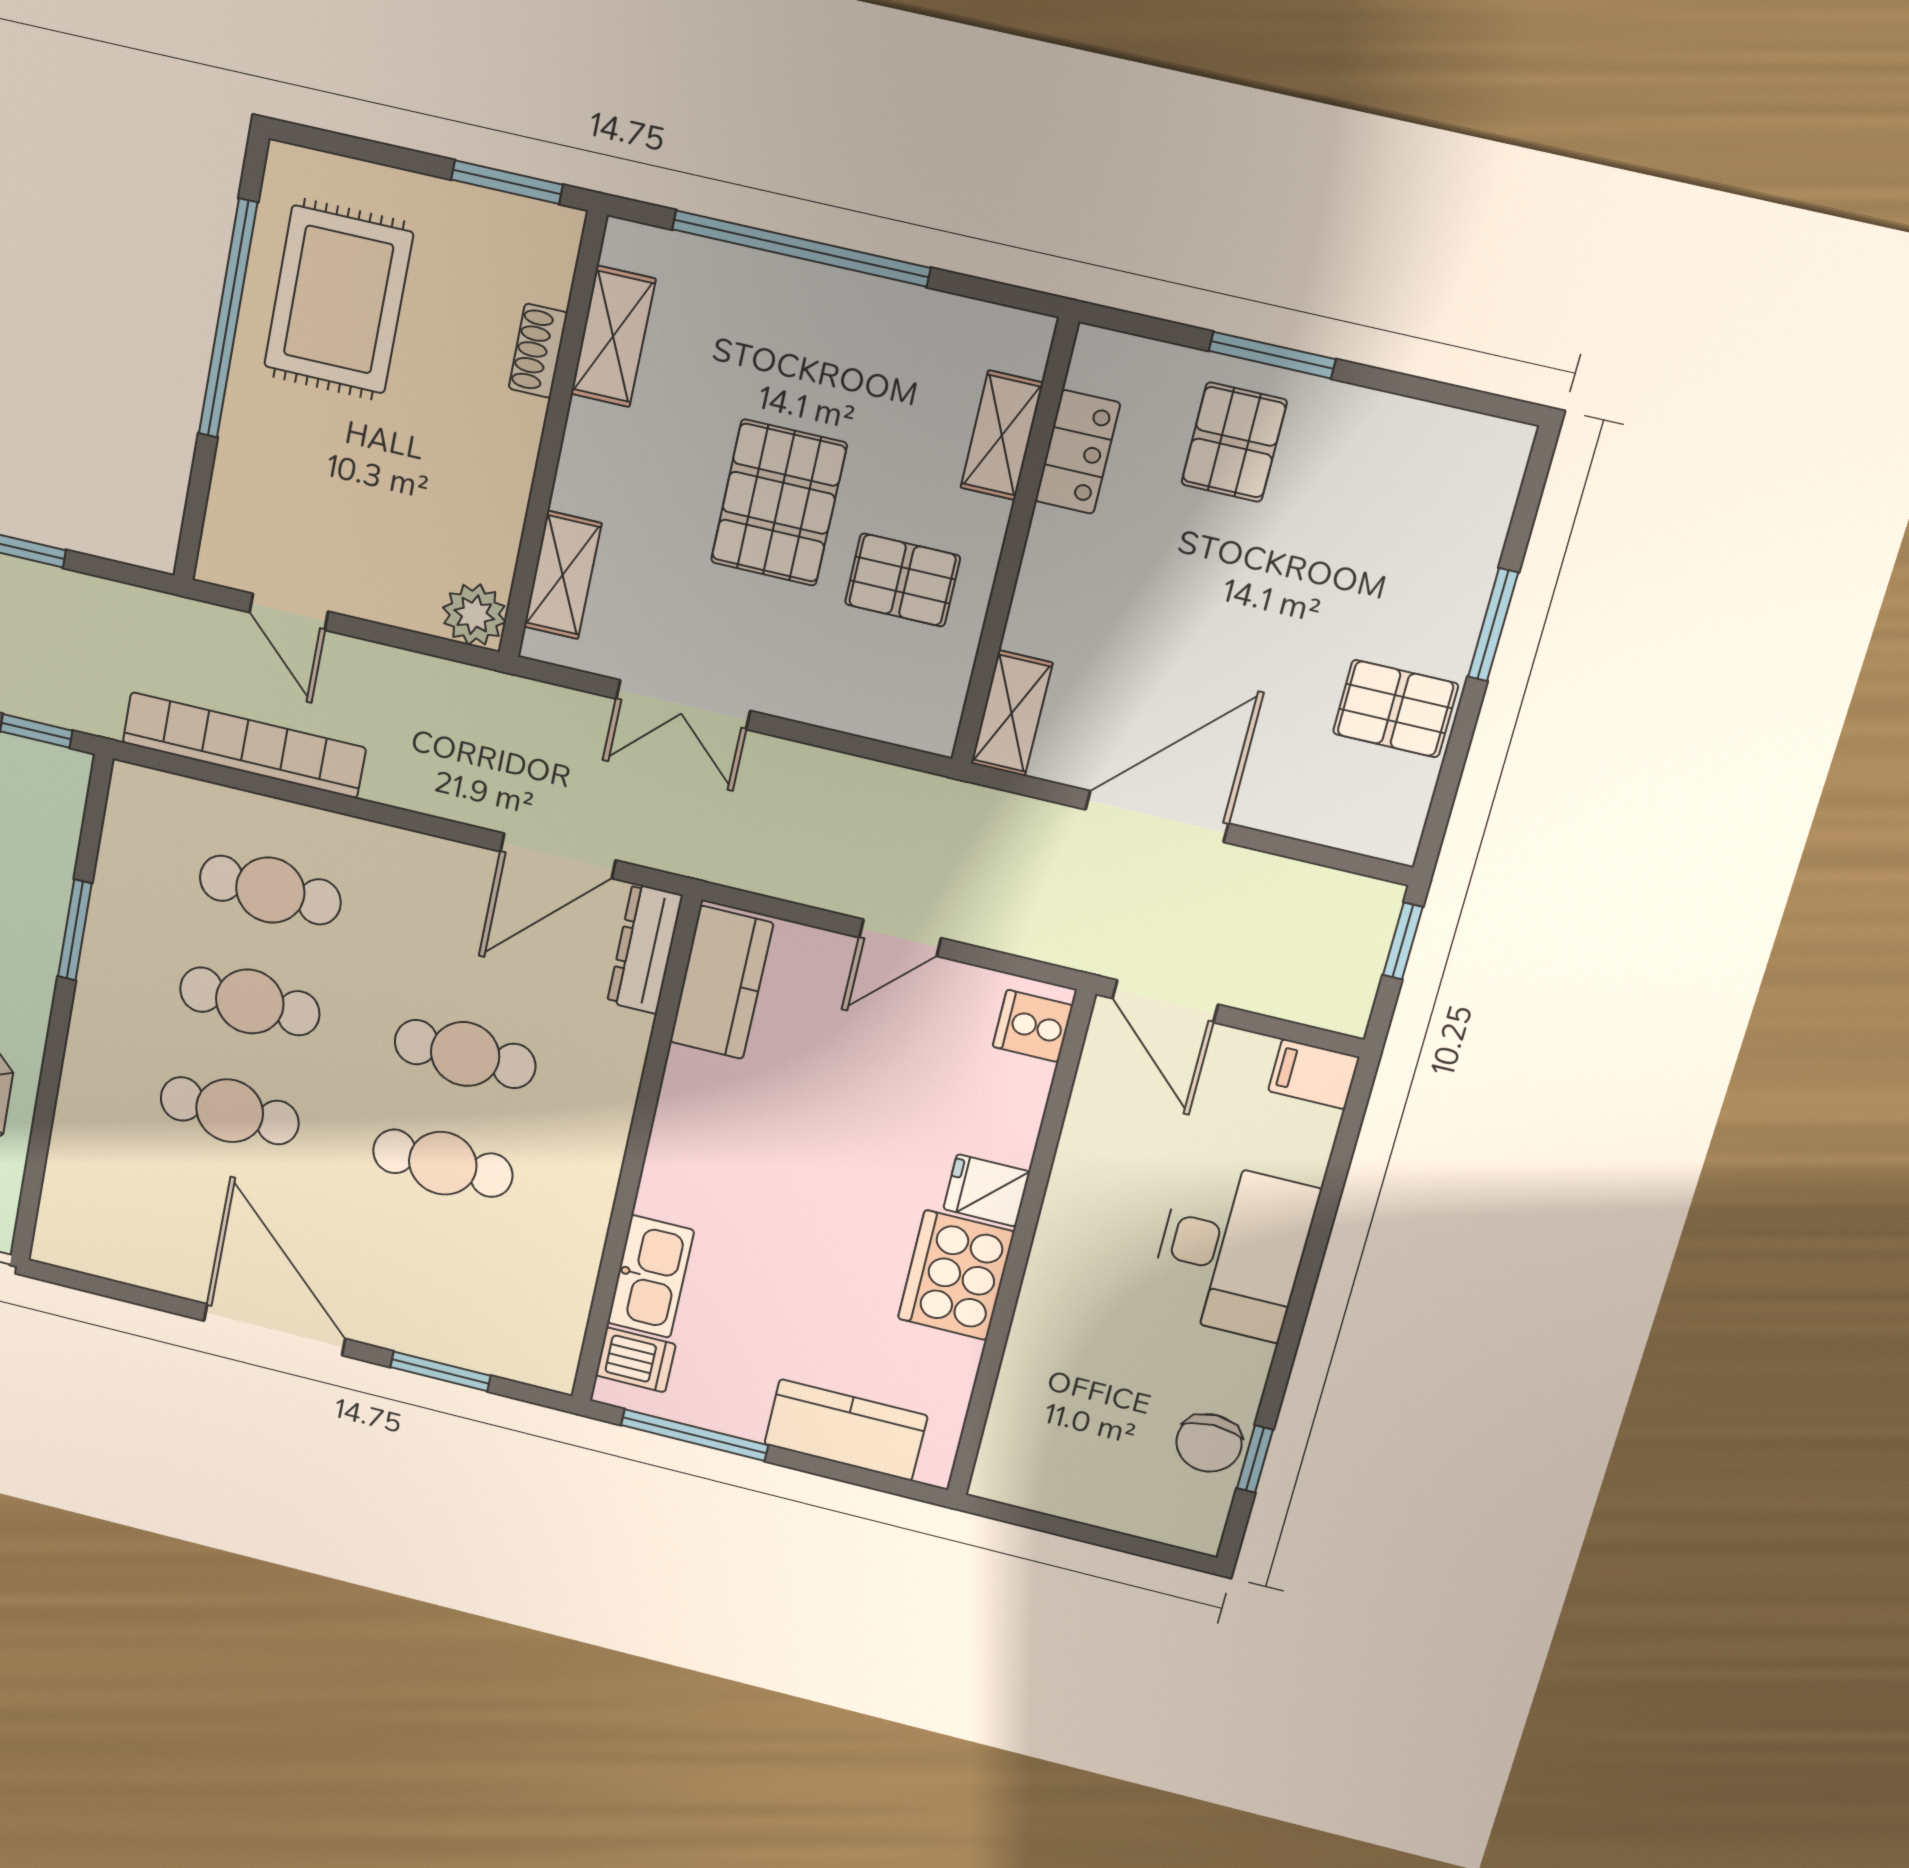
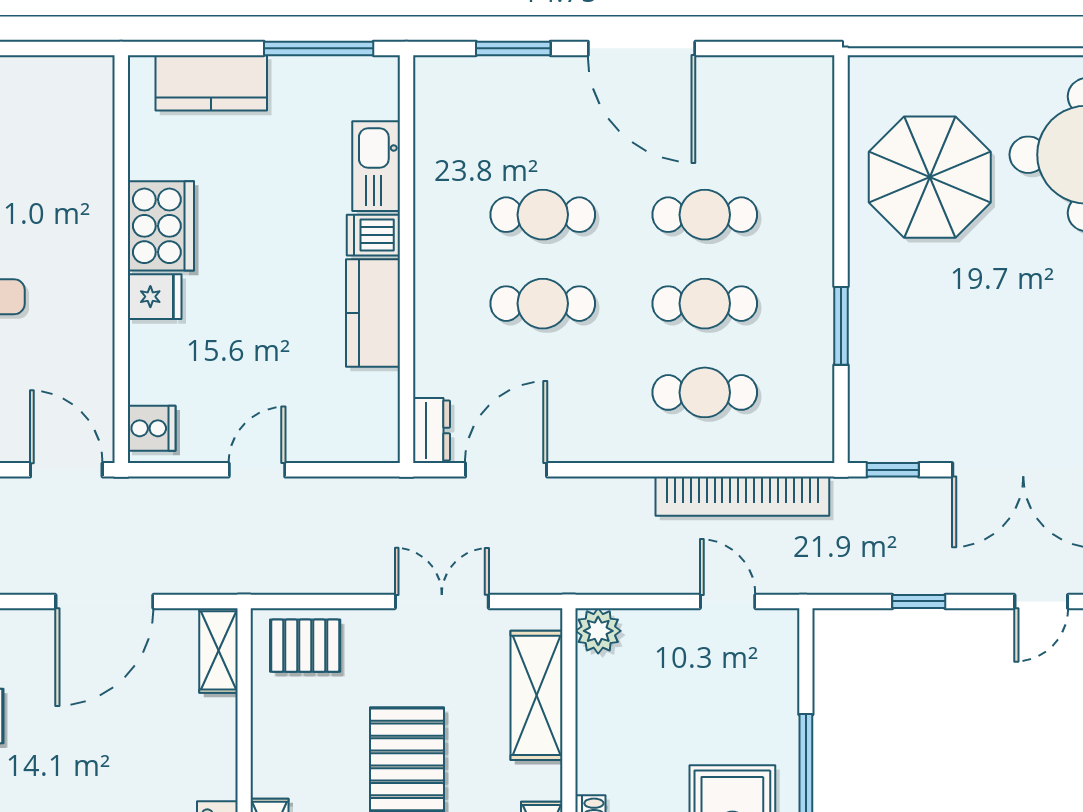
shelving: (563, 575) -> (536, 695), width x1.50, depth x1.33
pallet: (902, 580) -> (305, 646), moved
dresser: (645, 949) -> (431, 430), width x0.70
kitchen counter: (721, 983) -> (373, 313), moved
dishwasher: (636, 1360) -> (373, 235), moved

